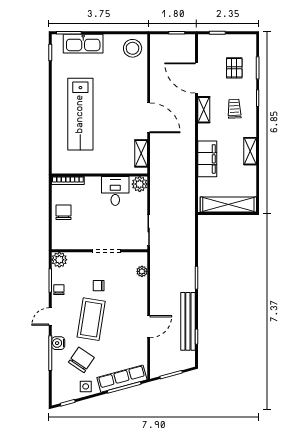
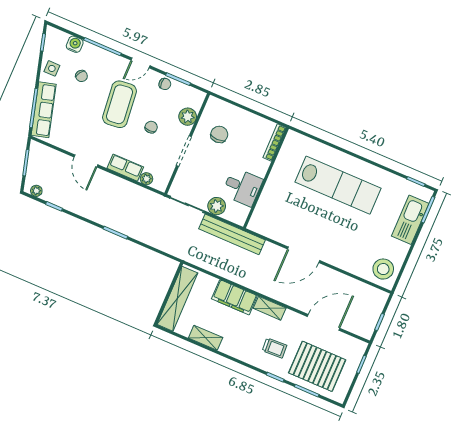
pallet: (234, 68) -> (317, 366), width x2.05, depth x2.00
shelving: (204, 110) -> (270, 308), moved
lab bench: (80, 114) -> (338, 185), turned 180
shelving: (250, 151) -> (206, 338), moved
shelving: (141, 153) -> (270, 231), removed
plant: (140, 184) -> (217, 206), moved
chair: (64, 212) -> (219, 134), moved, turned -90
plant: (59, 260) -> (188, 117), moved
row of seats: (140, 292) -> (125, 168), added
door: (50, 317) -> (141, 63), swing flipped
coffee table: (91, 319) -> (119, 104), turned 75
bench: (188, 321) -> (232, 234), moved
water cooler: (58, 343) -> (75, 44), moved
plant: (190, 356) -> (36, 191), added
chair: (81, 360) -> (81, 76), width x0.54, depth x0.54

